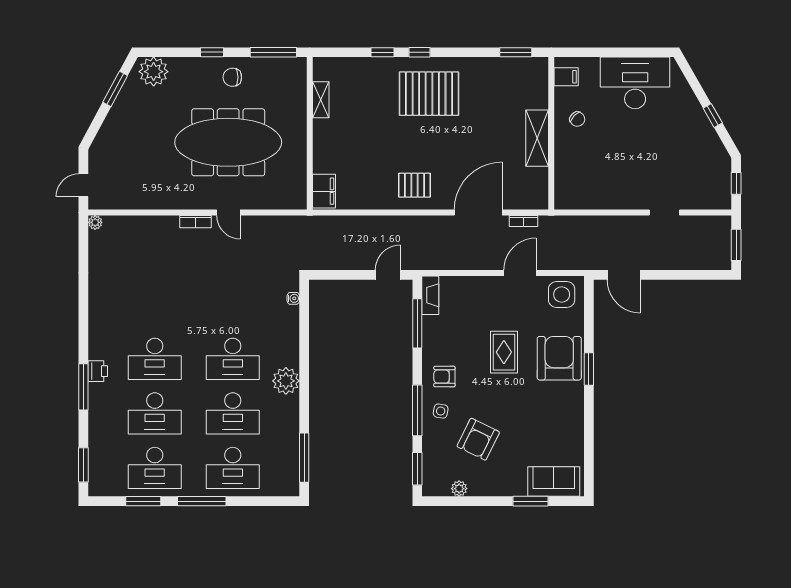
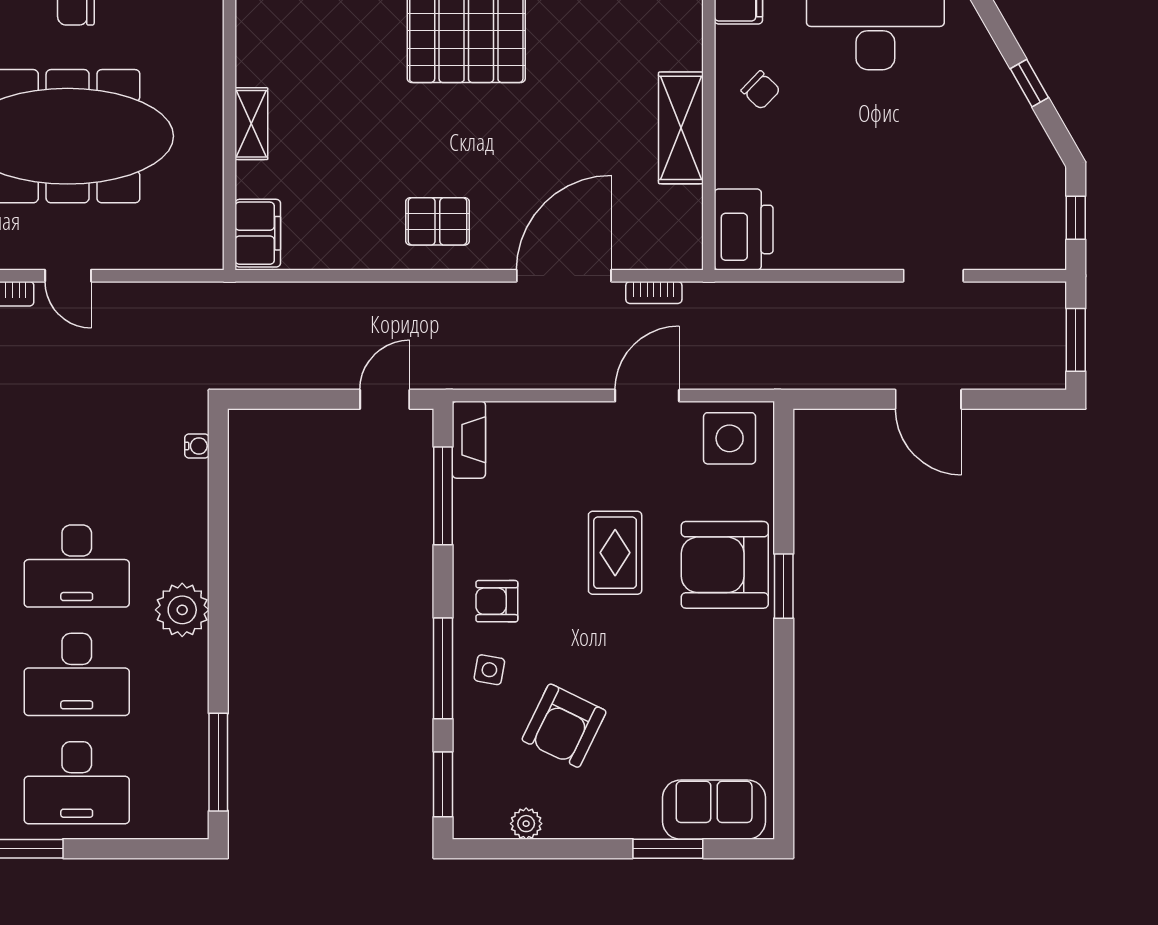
shelving: (321, 100) -> (251, 124), moved
printer: (569, 189) -> (744, 229), added
door: (624, 275) -> (928, 399), moved
armchair: (559, 358) -> (725, 565), turned -90

